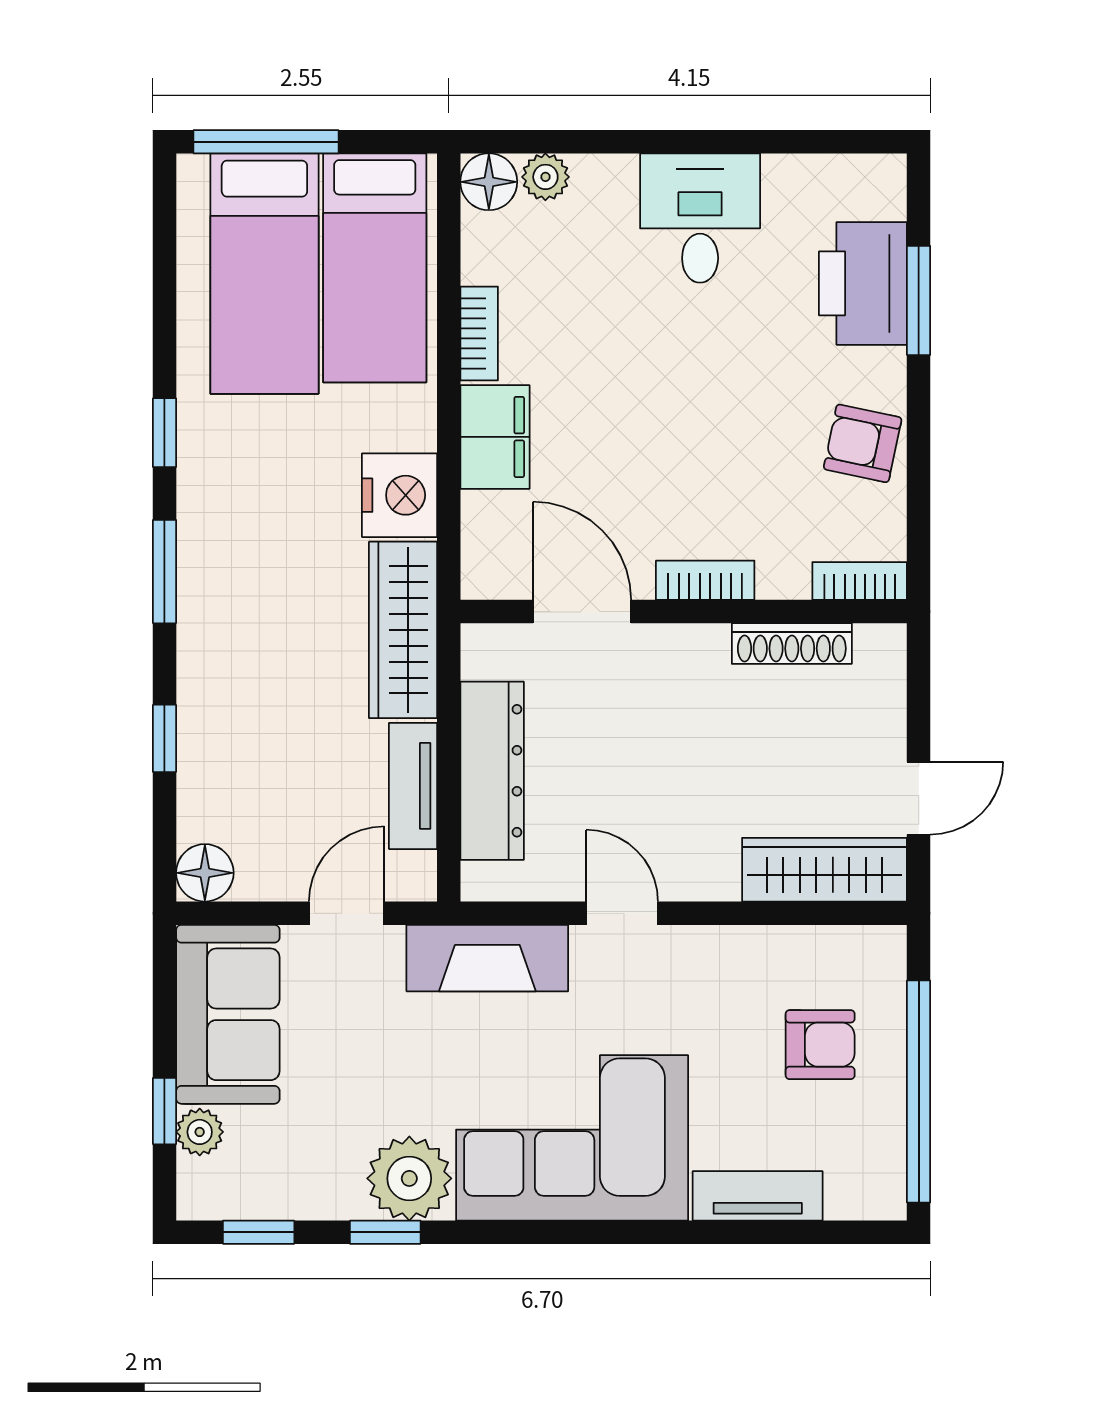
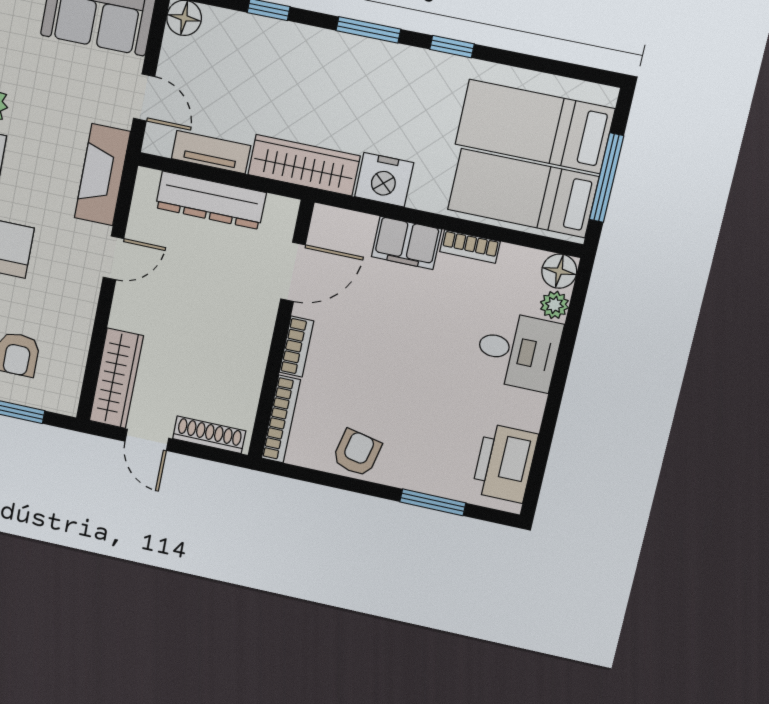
window: (266, 142) -> (606, 178), moved
desk: (700, 218) -> (518, 351), moved
printer: (863, 283) -> (505, 463), moved, turned -90
bookcase: (860, 581) -> (281, 419), width x1.56
shoe rack: (792, 644) -> (209, 435), moved, turned 90

